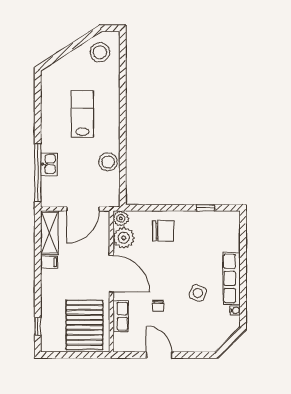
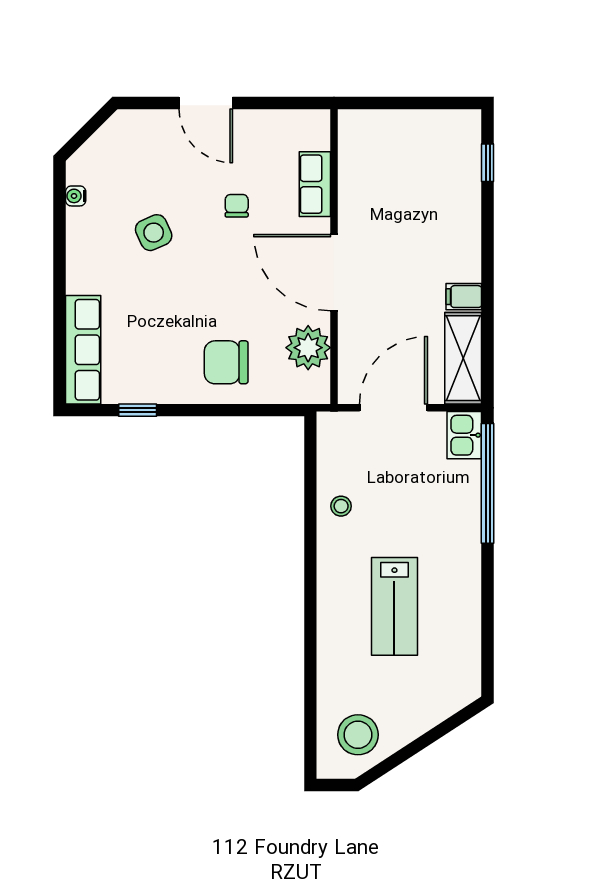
stool: (108, 162) -> (341, 506), width x0.53, depth x0.53
kitchen sink: (49, 164) -> (464, 435), moved
plant: (121, 218) -> (314, 388), removed
row of seats: (232, 278) -> (83, 350), moved
side table: (198, 293) -> (154, 233), turned 45
pallet: (85, 325) -> (390, 166), removed
door: (159, 355) -> (206, 103), moved

